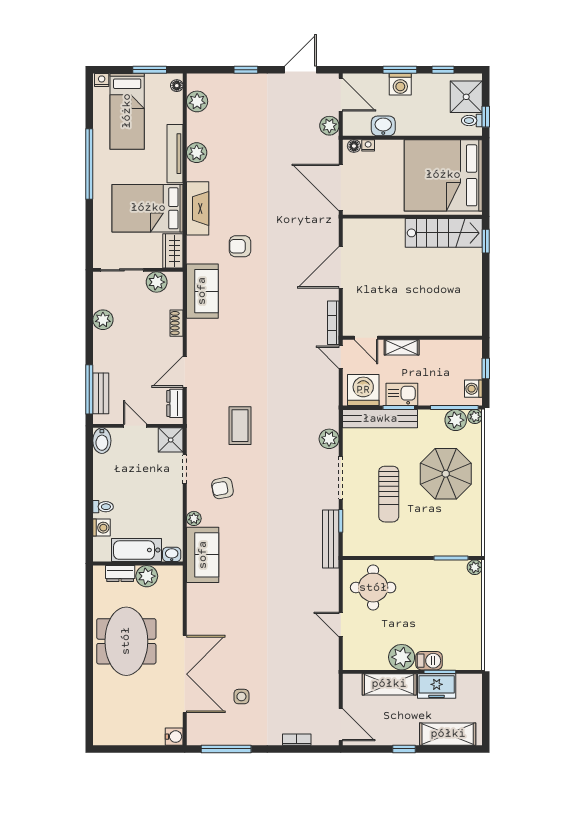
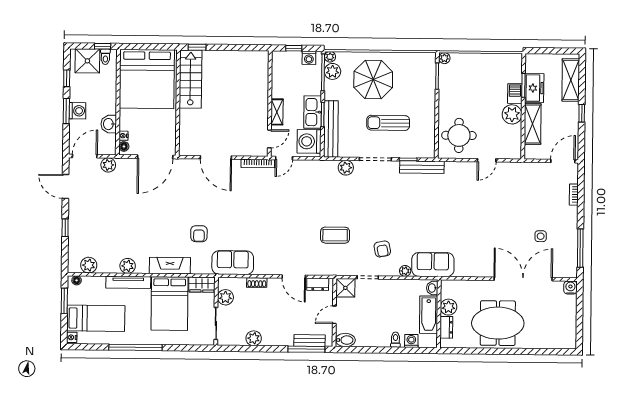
kitchen sink: (402, 394) -> (313, 112), width x1.38
sun lounger: (389, 494) -> (388, 123), turned 180

